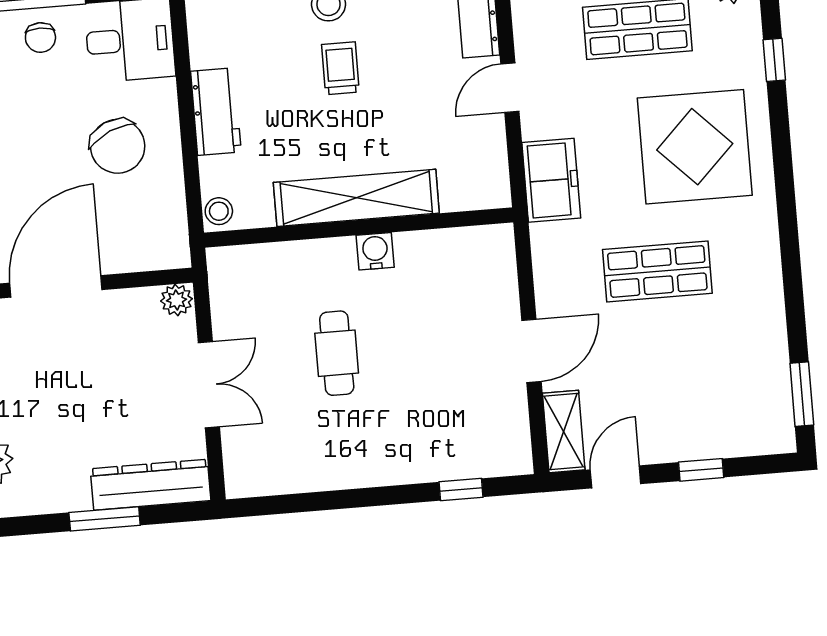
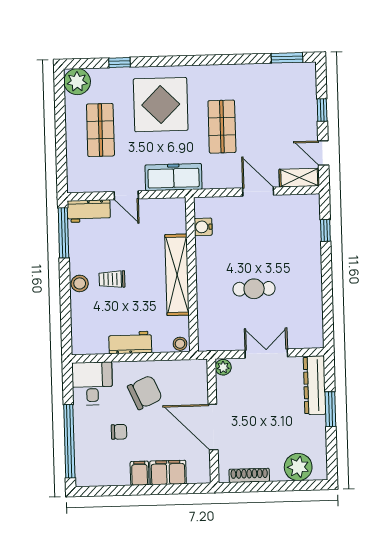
chair: (40, 38) -> (119, 432), moved
freezer: (551, 180) -> (174, 177), width x1.40
water cooler: (375, 251) -> (203, 227), moved

